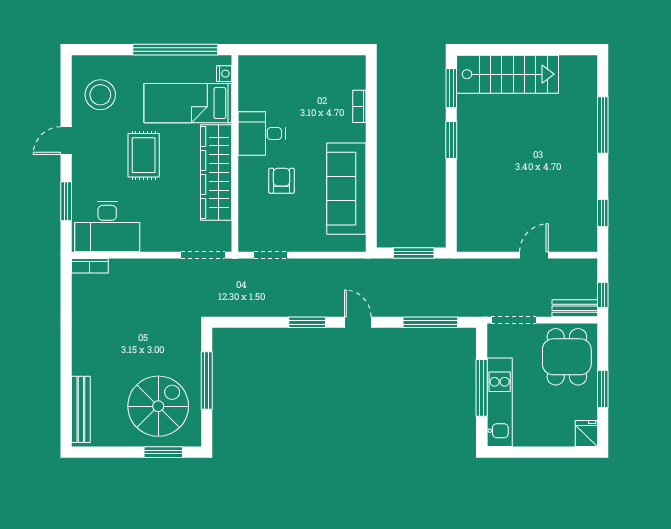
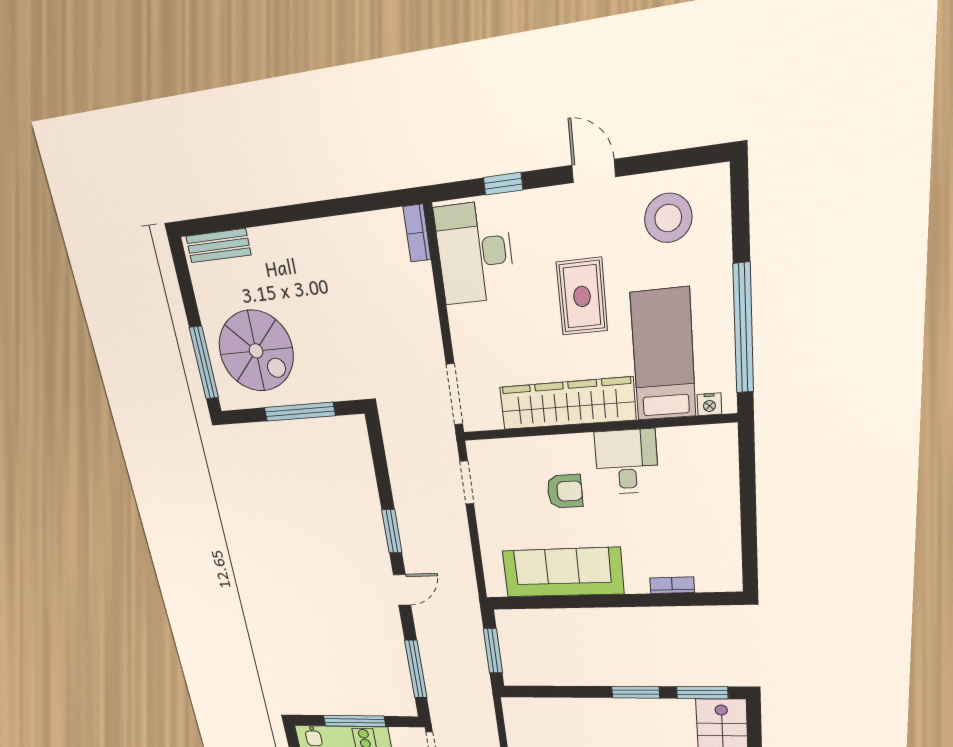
rug: (144, 155) -> (582, 296), turned 90
window: (66, 201) -> (503, 184), width x0.67
bench: (81, 409) -> (218, 246), width x0.73
window: (163, 452) -> (204, 363), width x1.44

